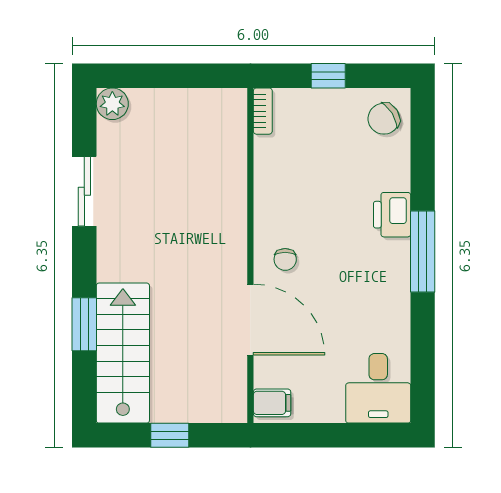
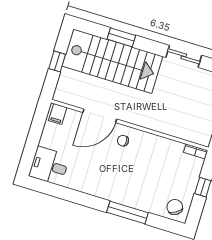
printer: (392, 215) -> (129, 197), removed
window: (423, 251) -> (127, 212), moved
stairs: (123, 353) -> (112, 61), width x1.36, depth x1.51

